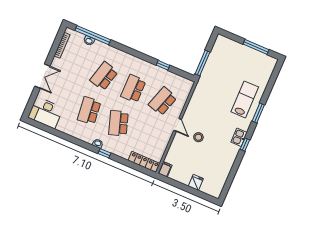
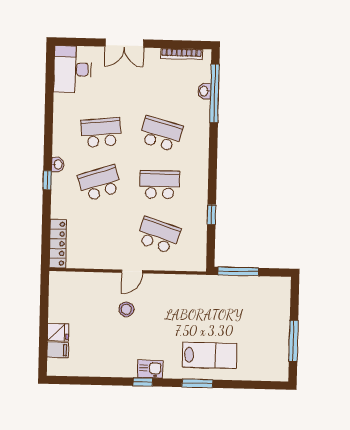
filing cabinet: (165, 169) -> (58, 350), moved

